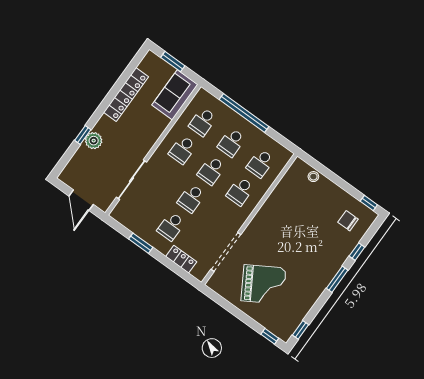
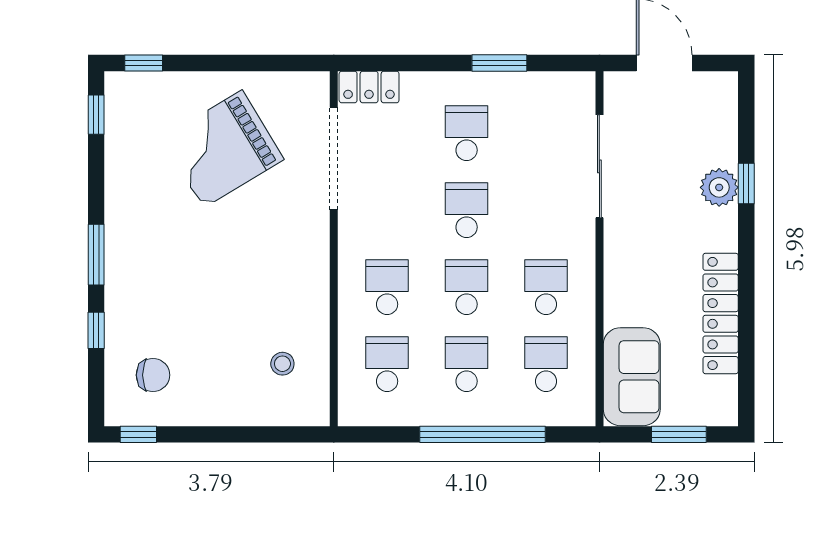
stool: (313, 177) -> (282, 364), moved
locker: (181, 259) -> (369, 87), moved

